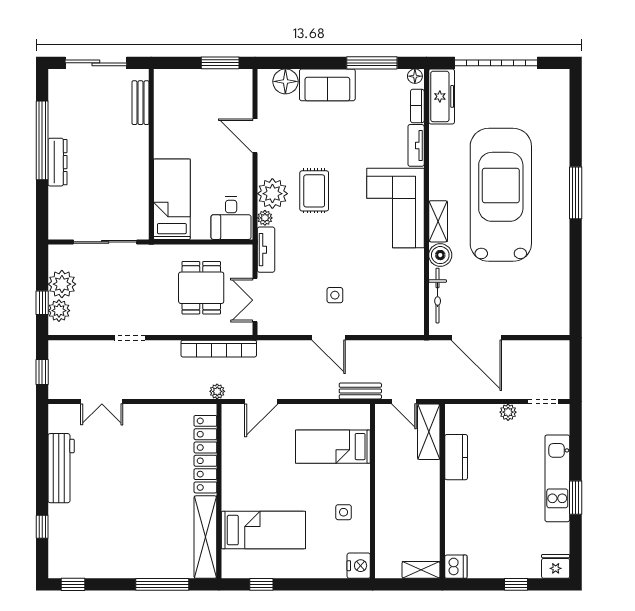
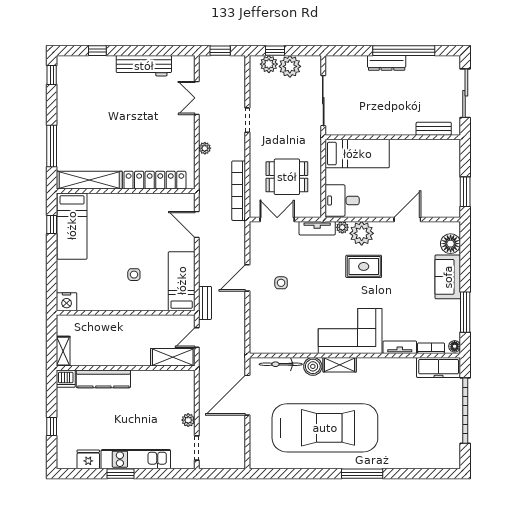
car: (501, 195) -> (325, 428), moved
plant: (217, 391) -> (205, 148), moved
bed: (333, 447) -> (182, 281), moved
kitchen counter: (456, 457) -> (103, 379), moved, width x1.50
side table: (344, 512) -> (134, 275), moved
bed: (263, 530) -> (72, 226), moved
fridge: (556, 566) -> (88, 459), moved, turned -90

